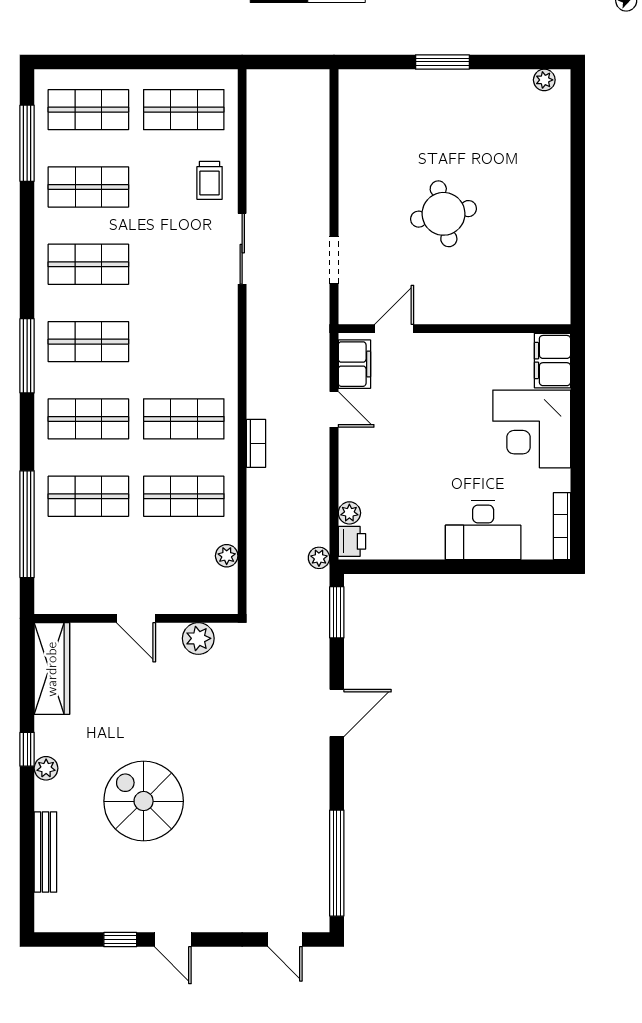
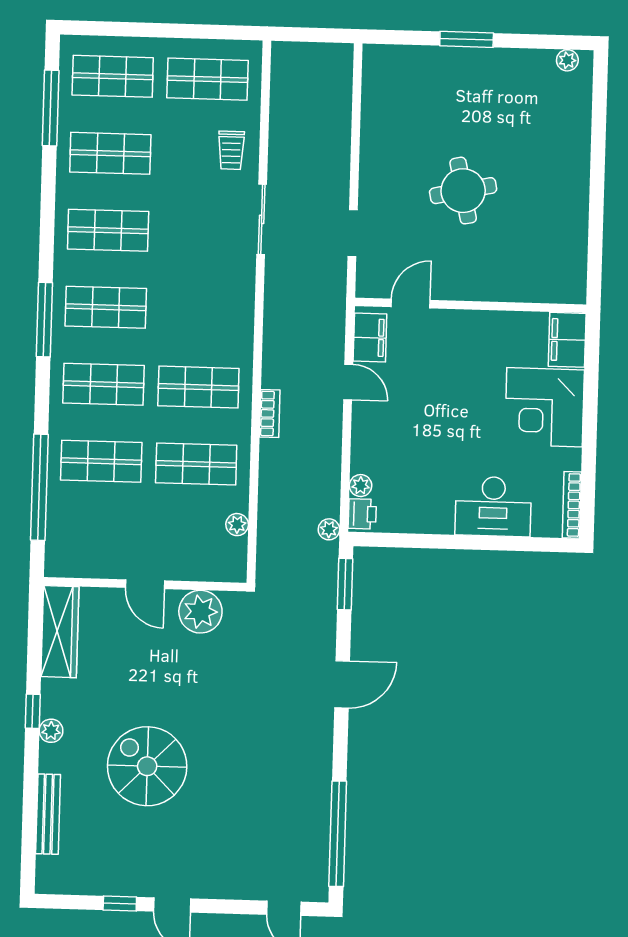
plant: (198, 638) -> (200, 612), width x1.36, depth x1.36

